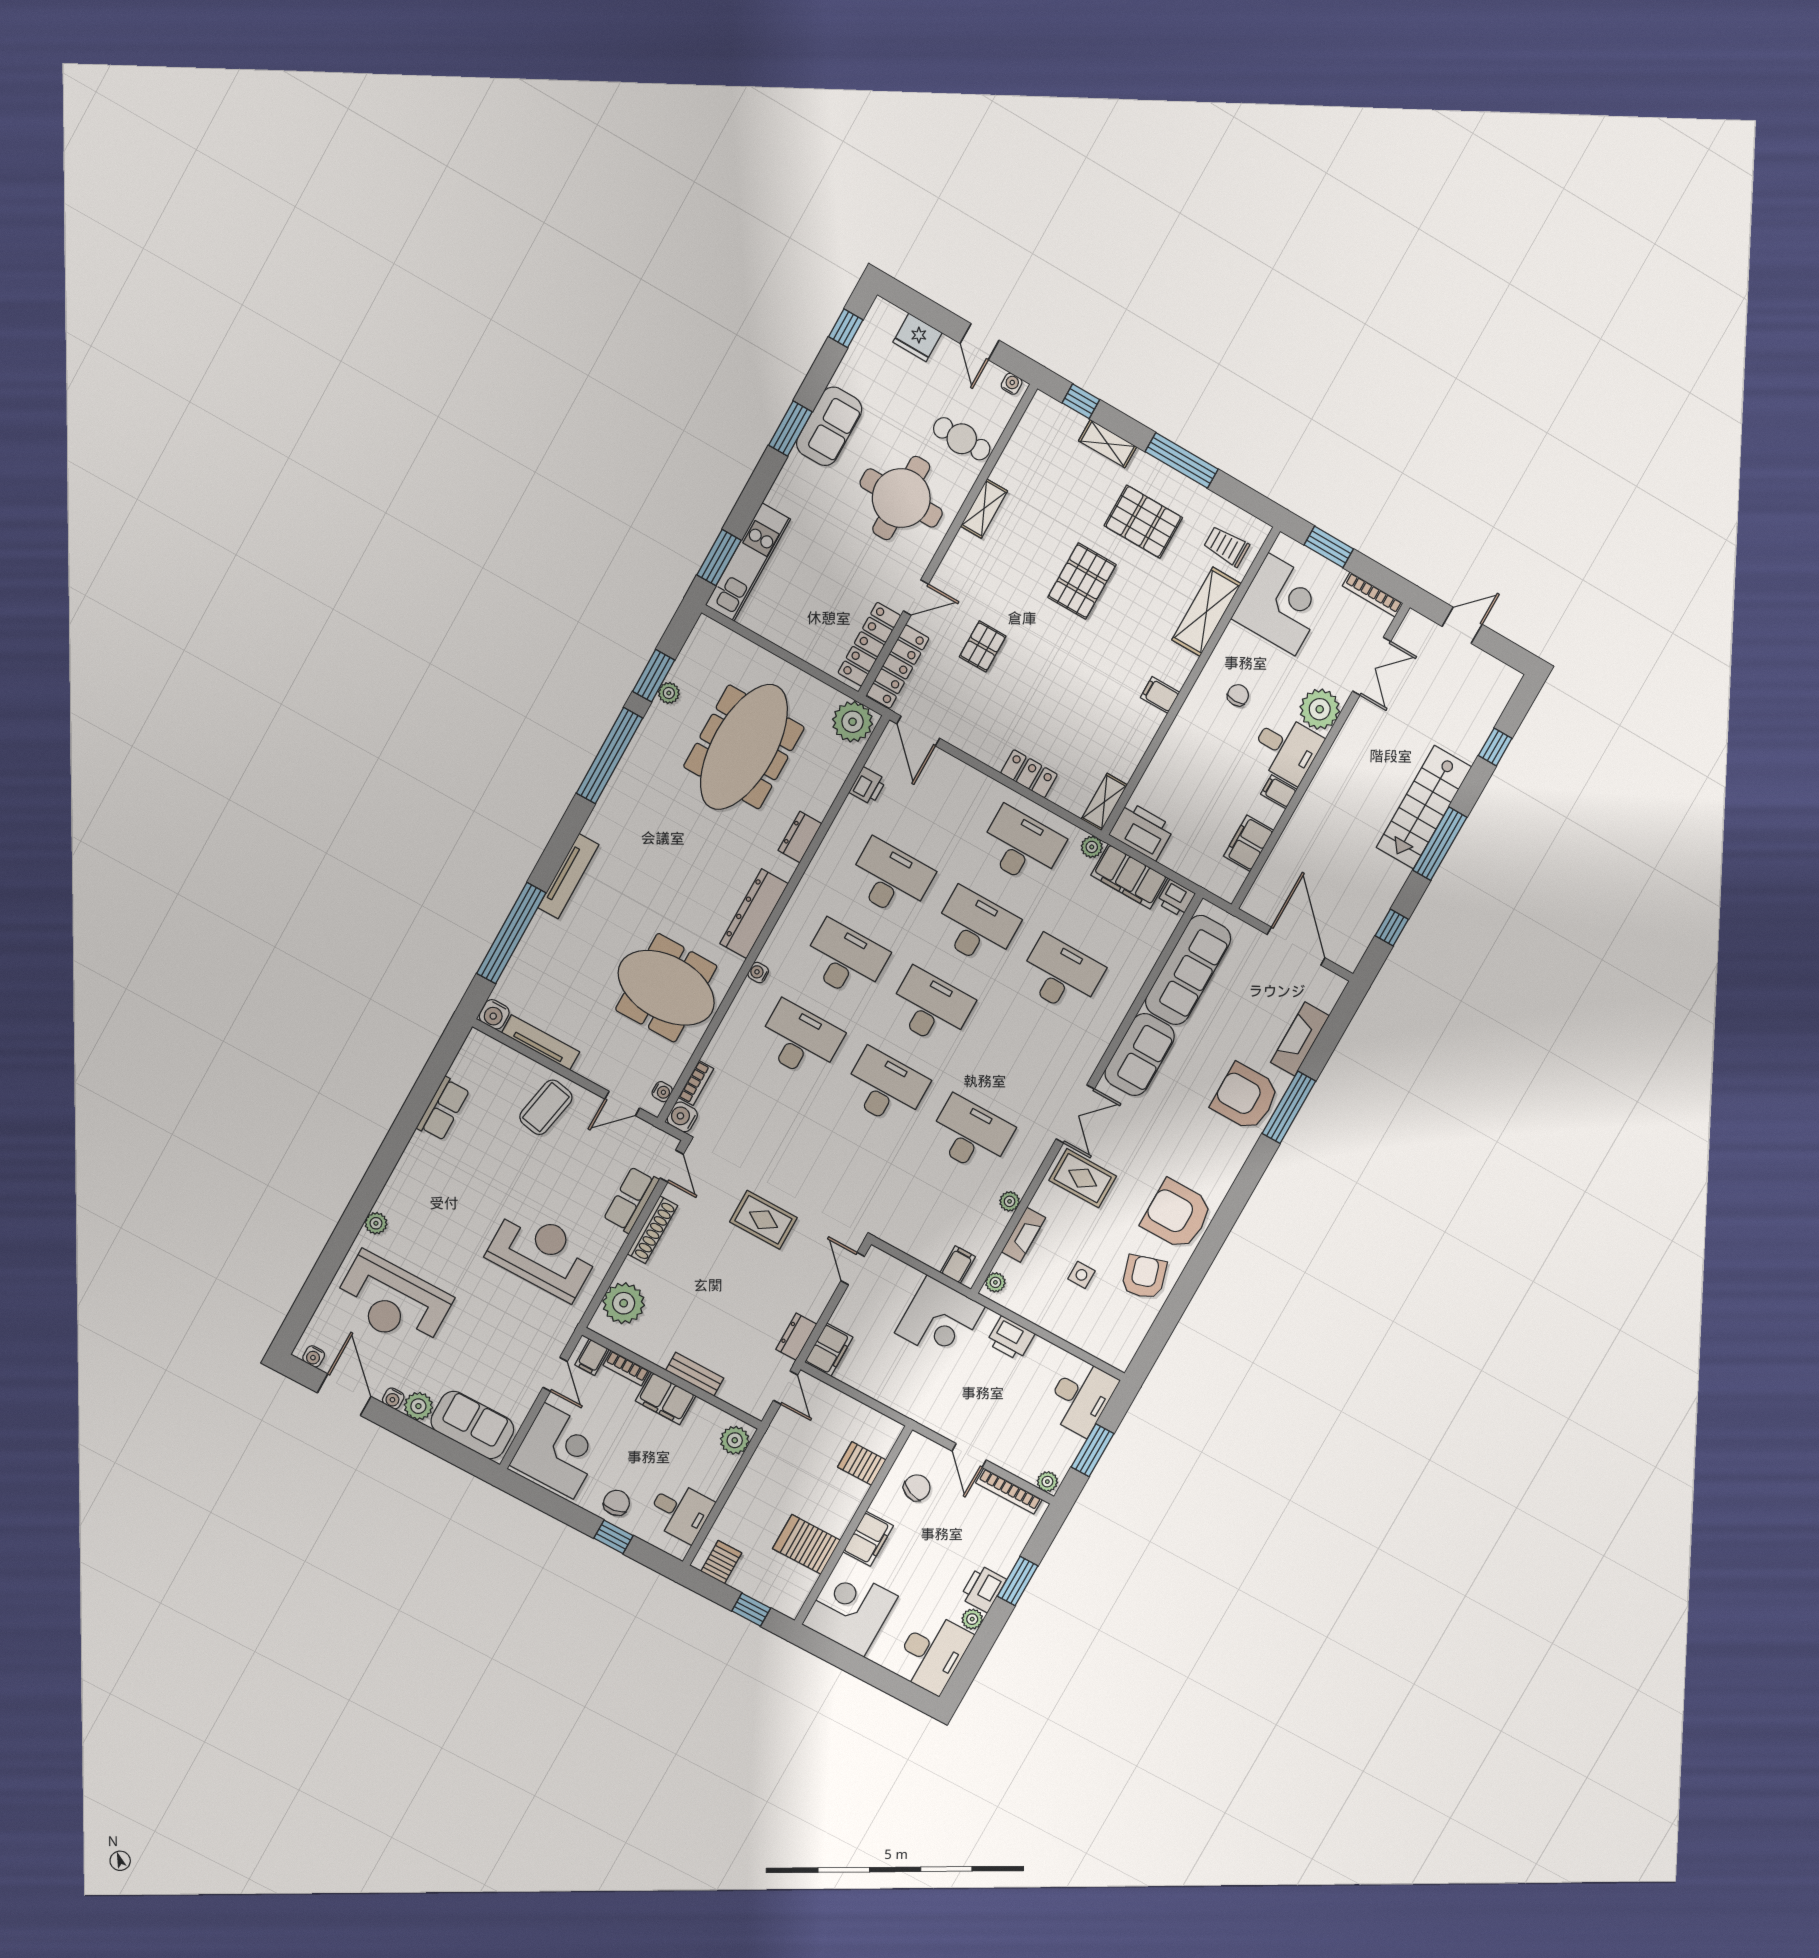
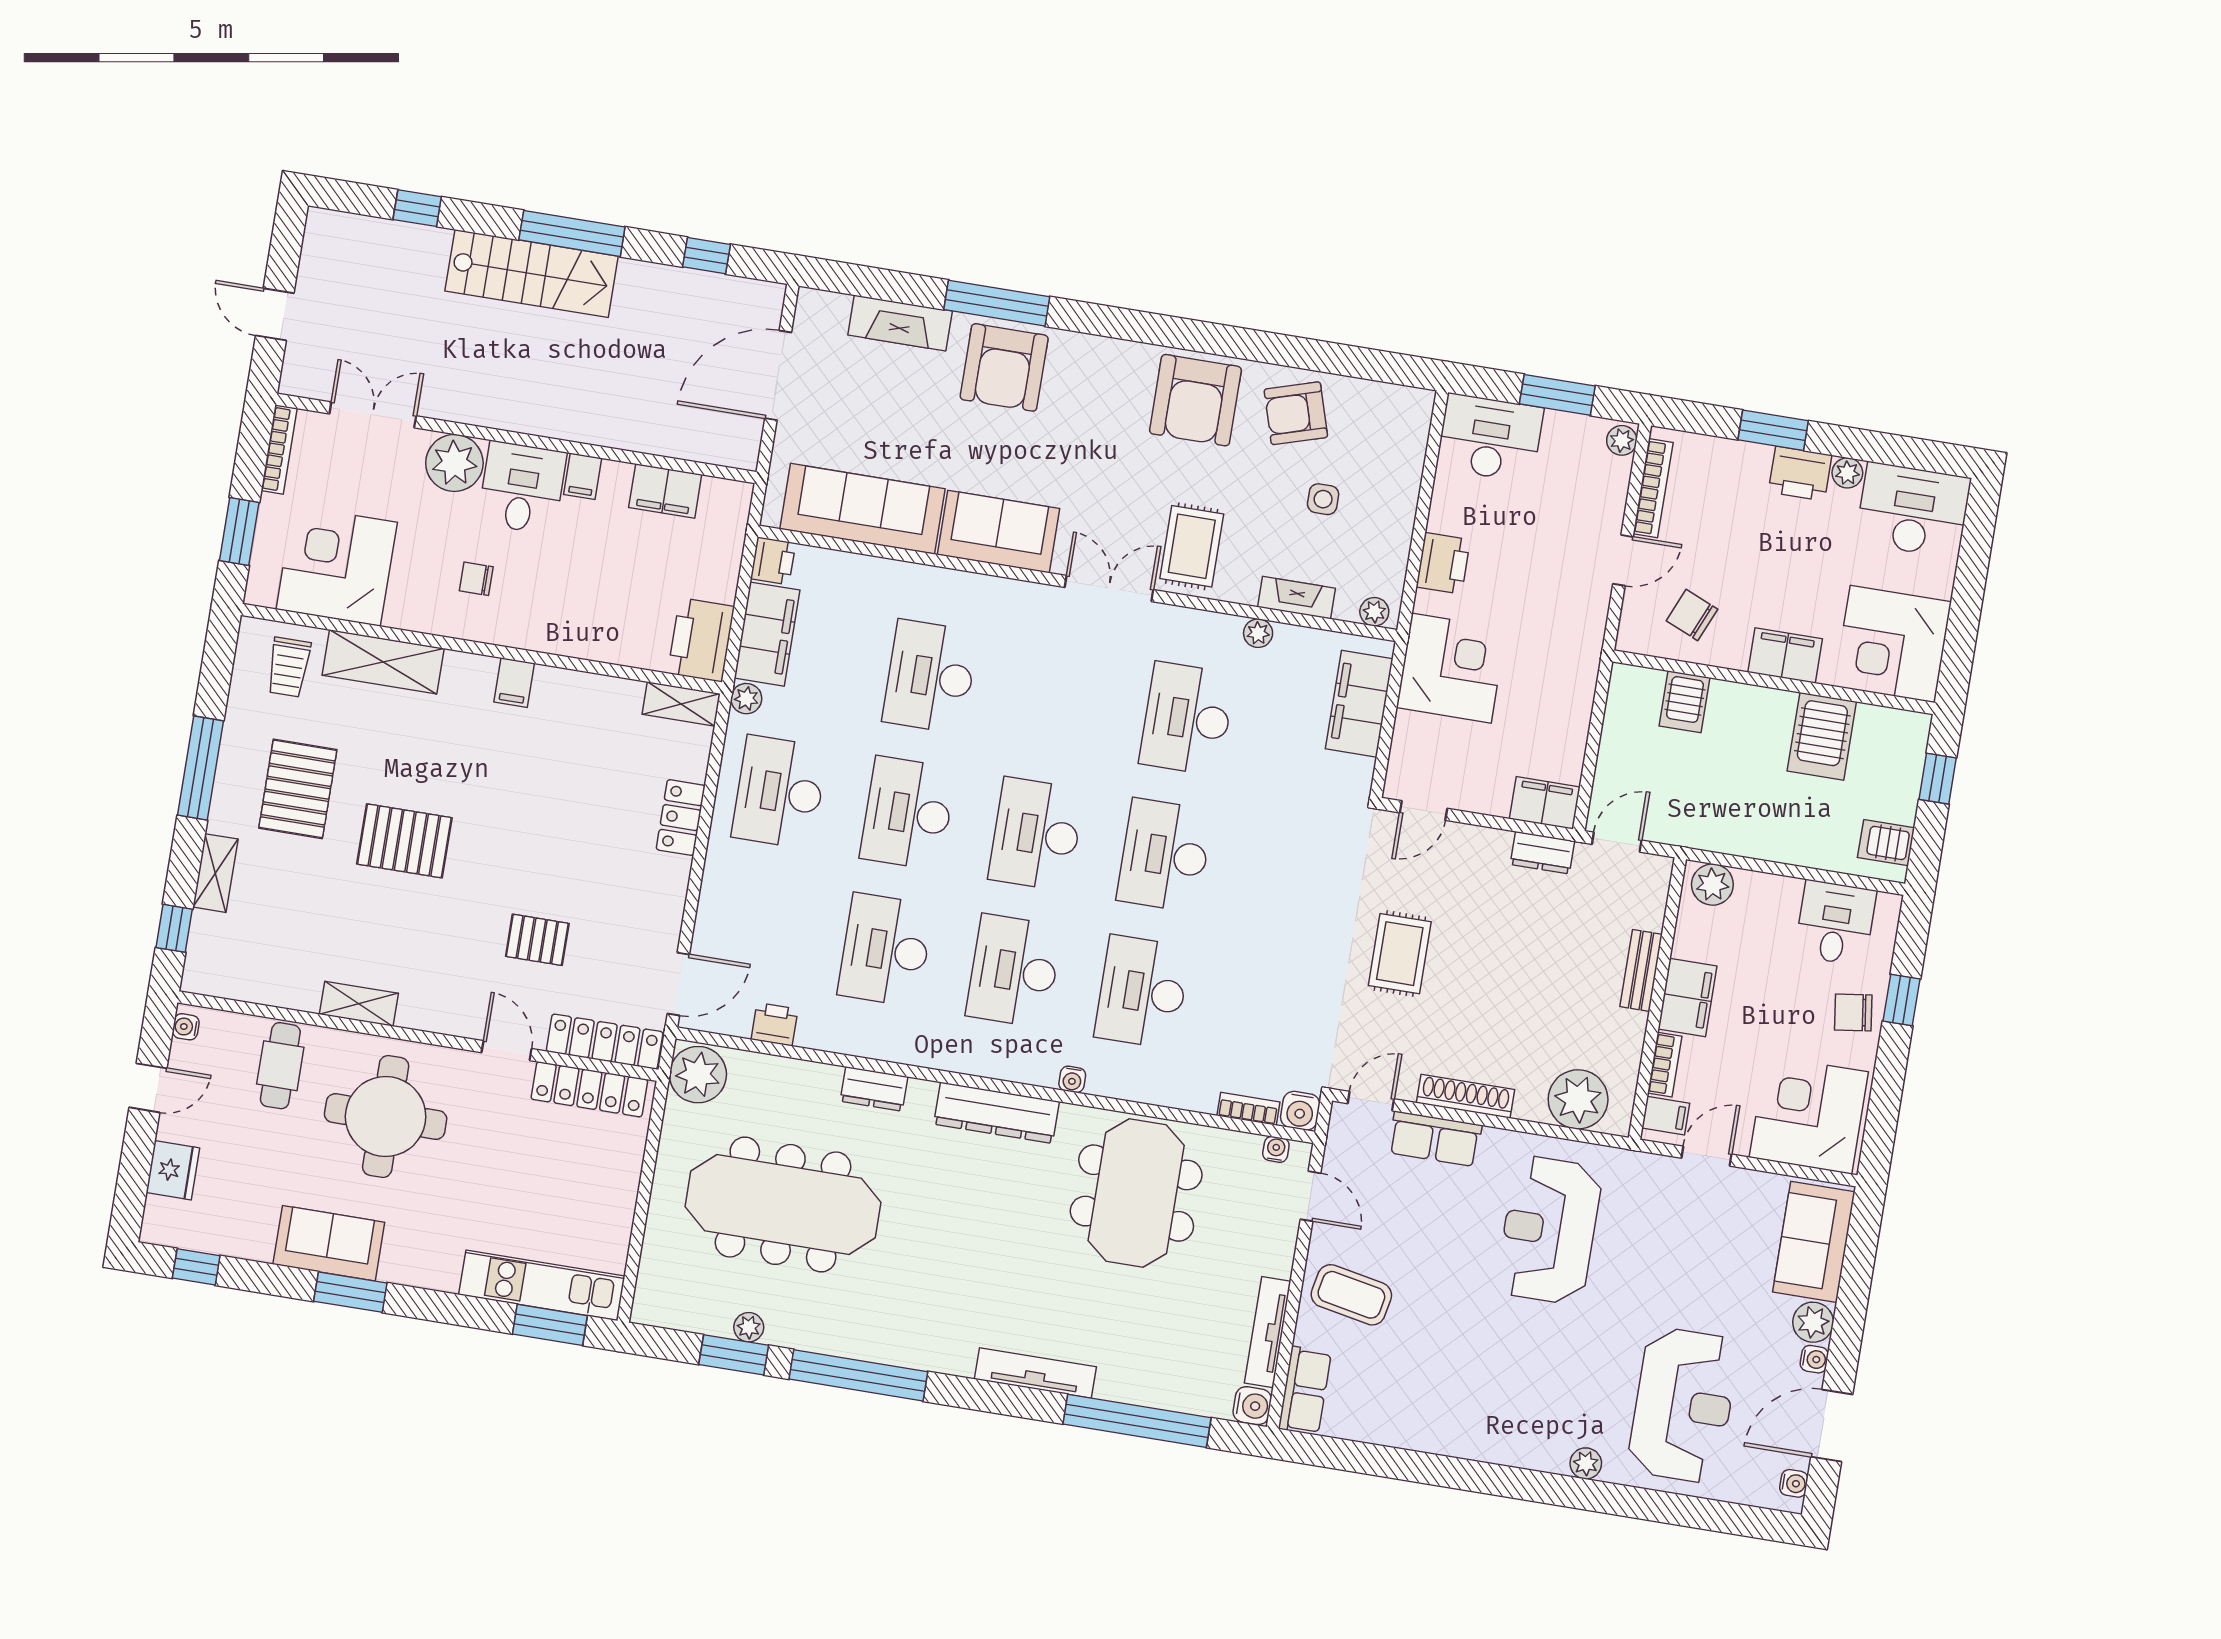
row of seats: (443, 1109) -> (1305, 1391), moved, turned 90
filing cabinet: (958, 1265) -> (1359, 704), width x3.00, depth x1.17

